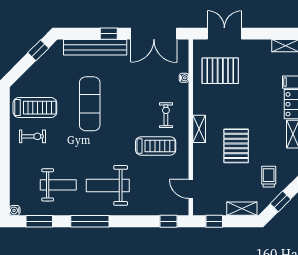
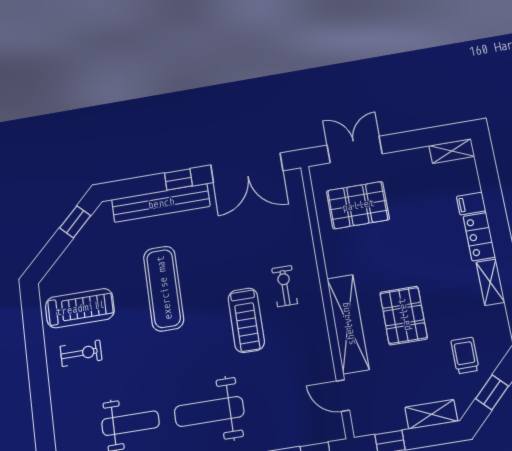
water cooler: (184, 78) -> (303, 225), removed
shelving: (199, 129) -> (348, 324), width x2.20, depth x1.33
treadmill: (156, 146) -> (246, 320), moved, turned 90

